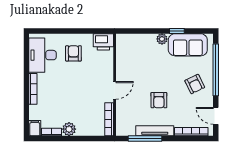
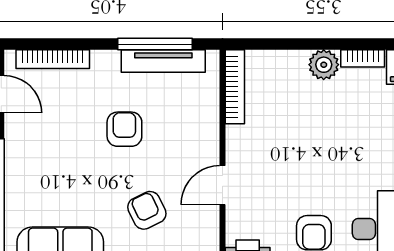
armchair: (195, 84) -> (147, 210), moved
door: (115, 90) -> (223, 185), moved
tv unit: (155, 131) -> (163, 61), moved

